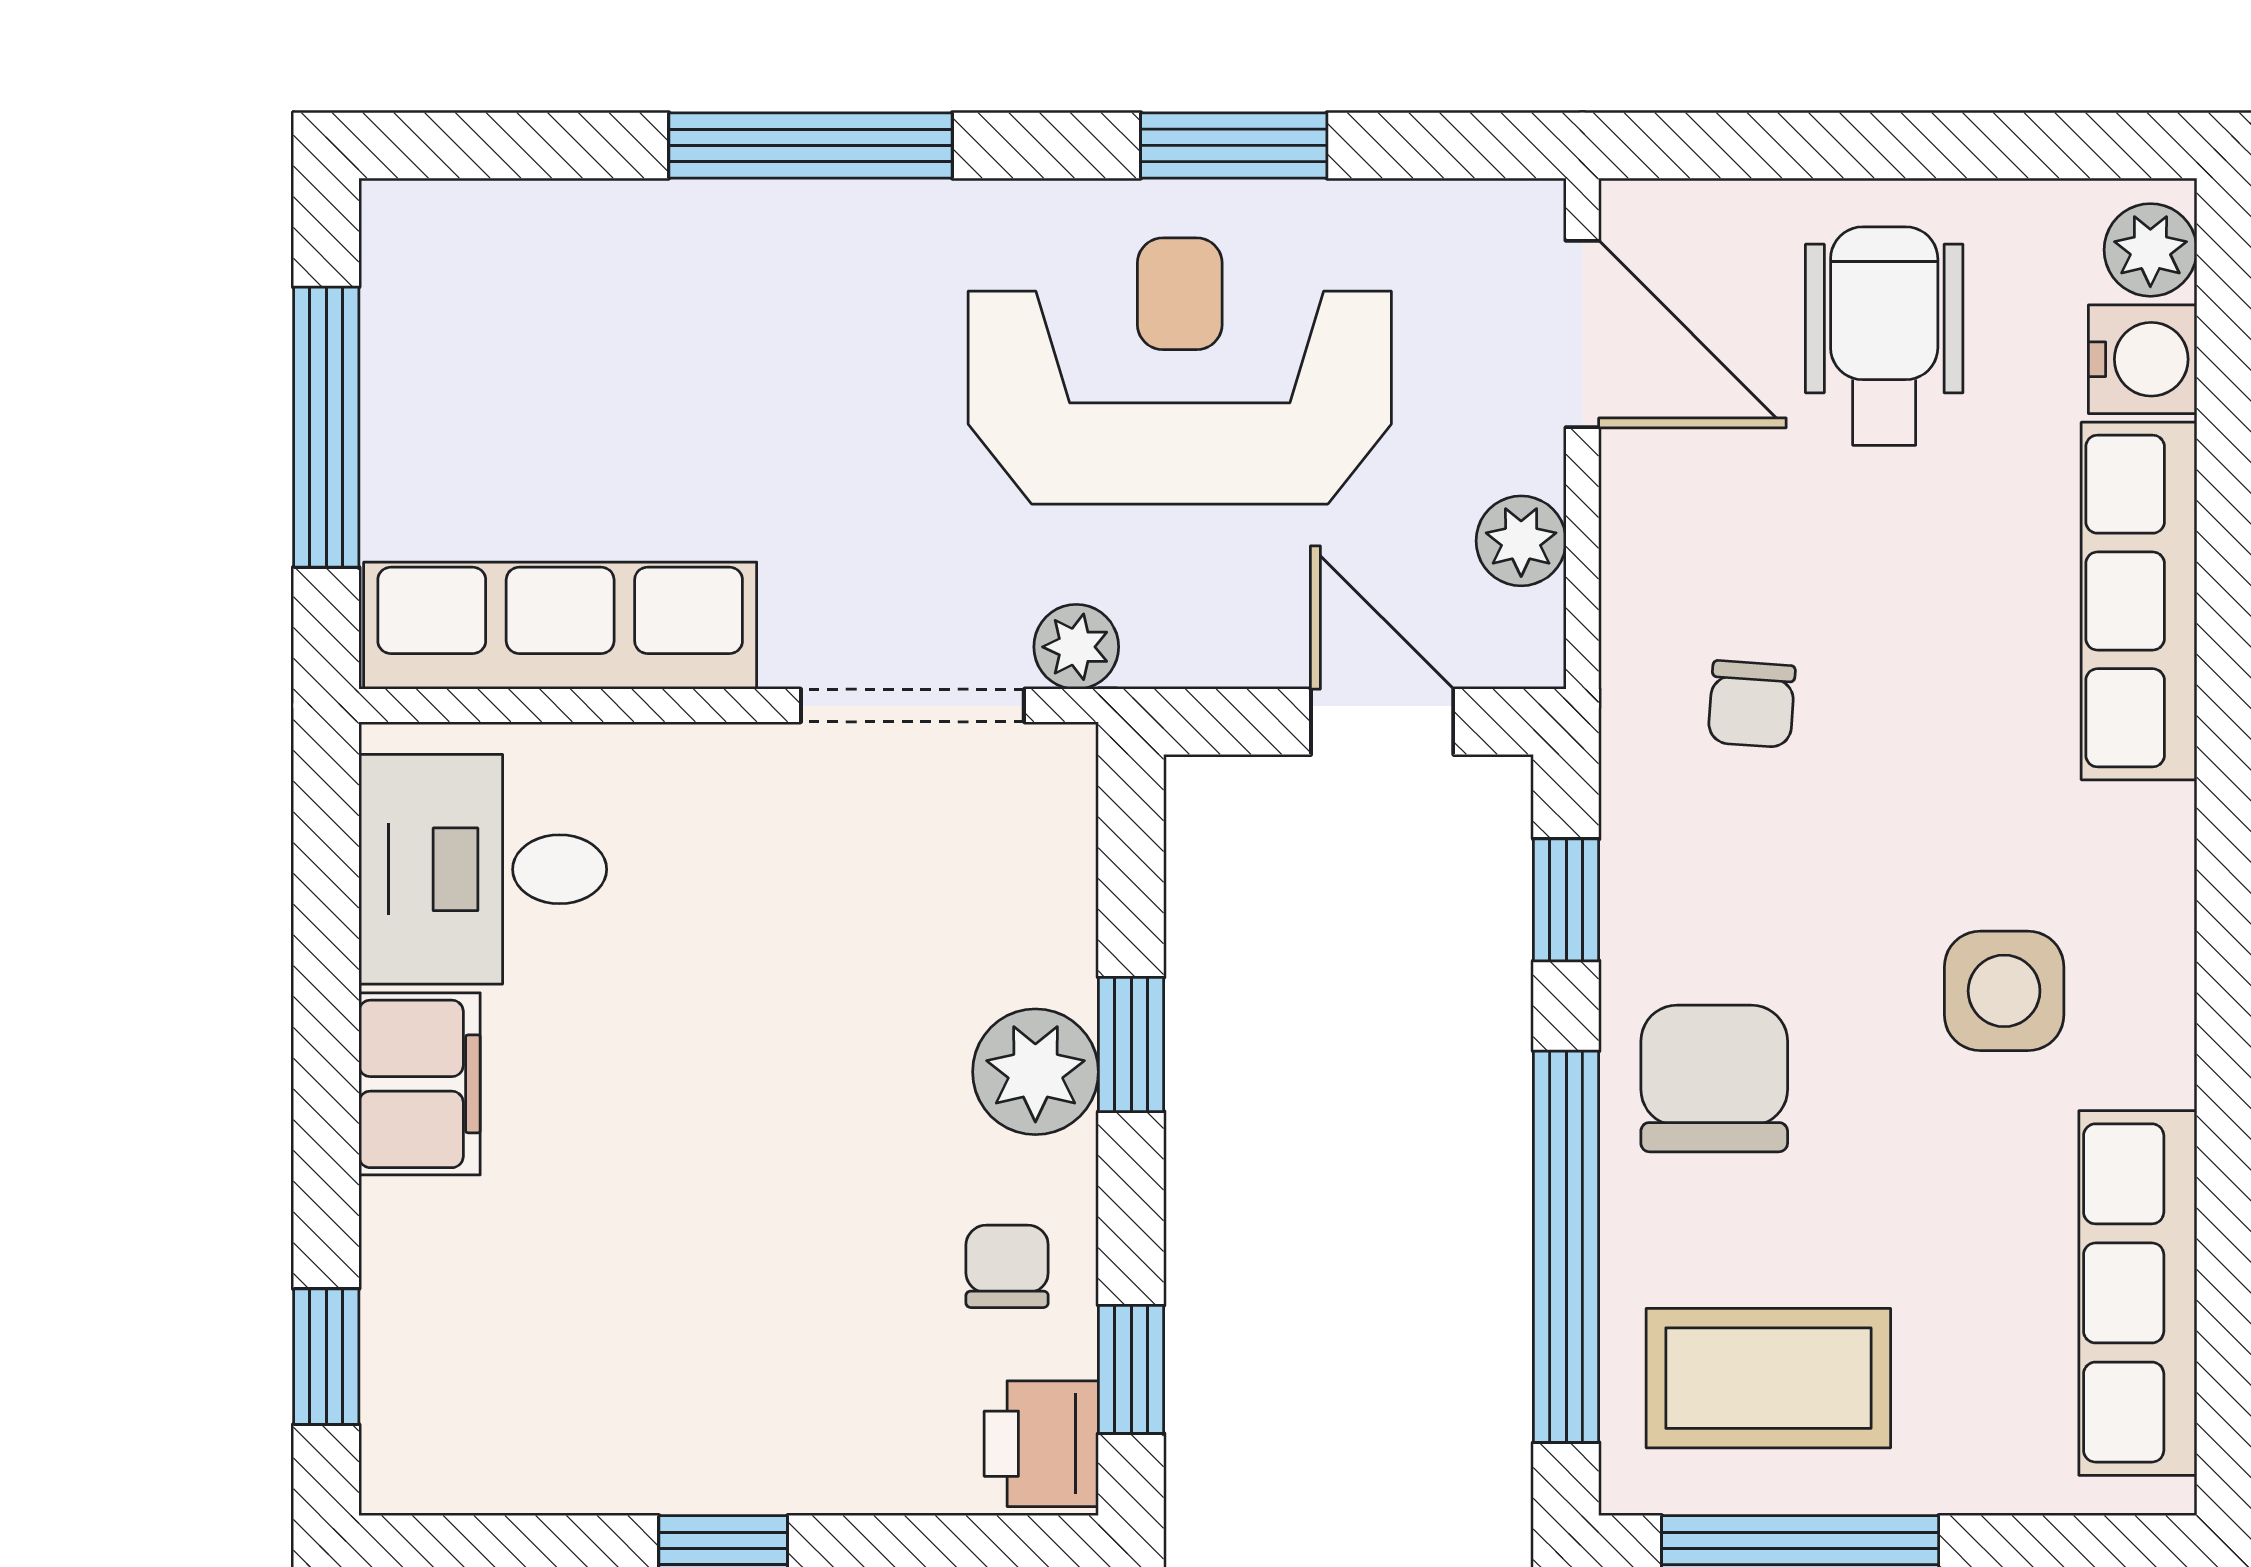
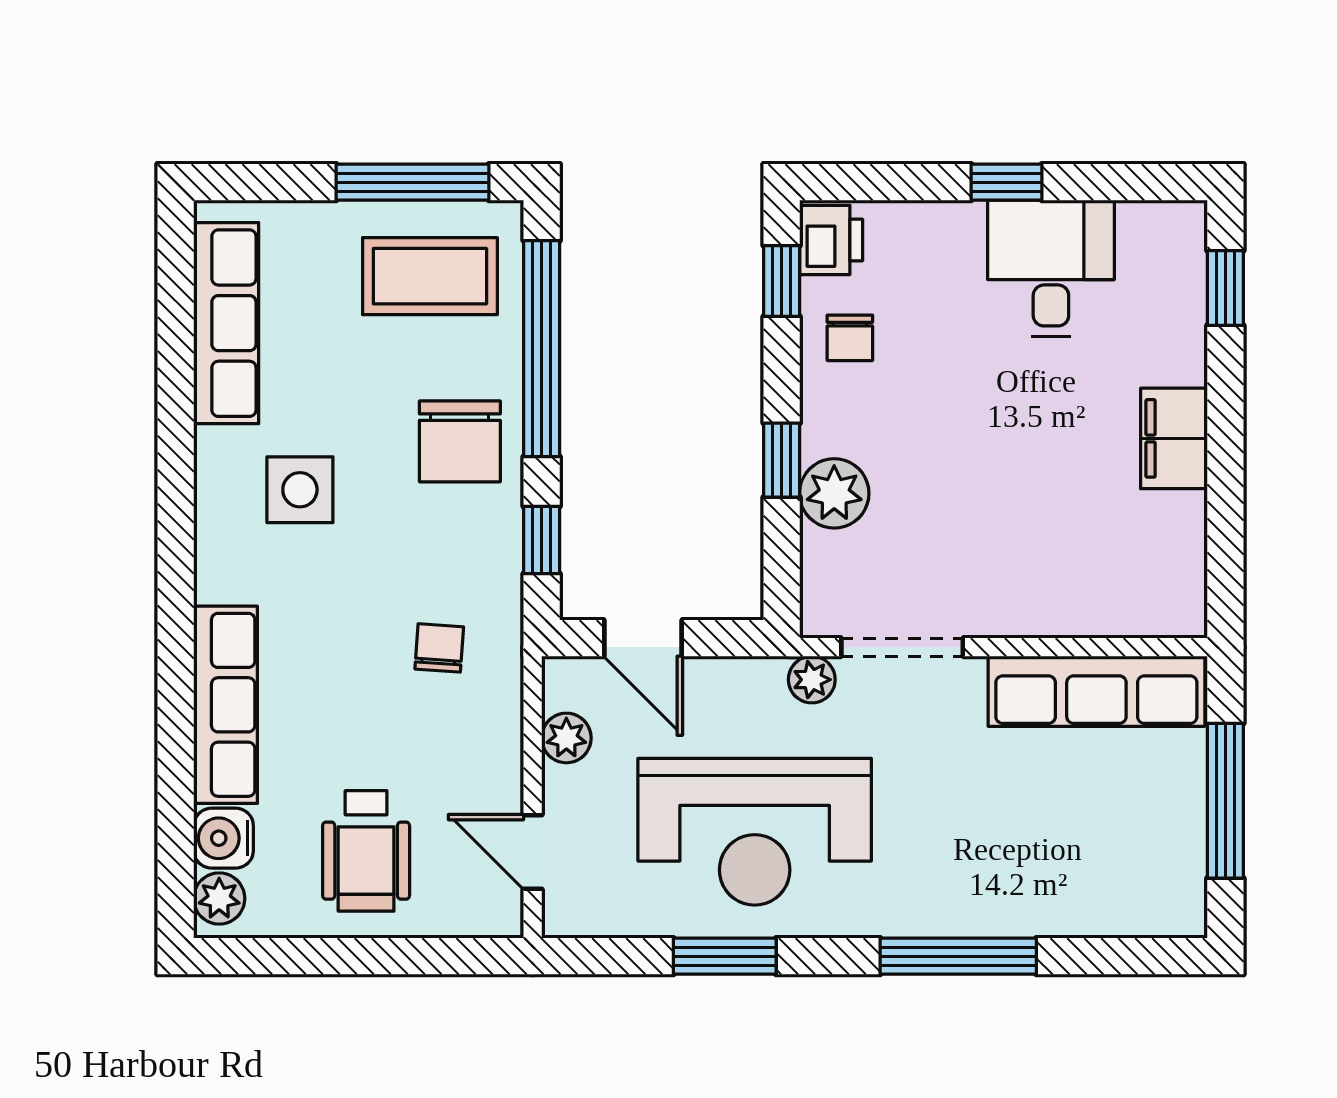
door: (1582, 334) -> (533, 852), width x0.73
desk: (483, 869) -> (1051, 269), moved, turned -90
plant: (1035, 1072) -> (834, 493), moved

